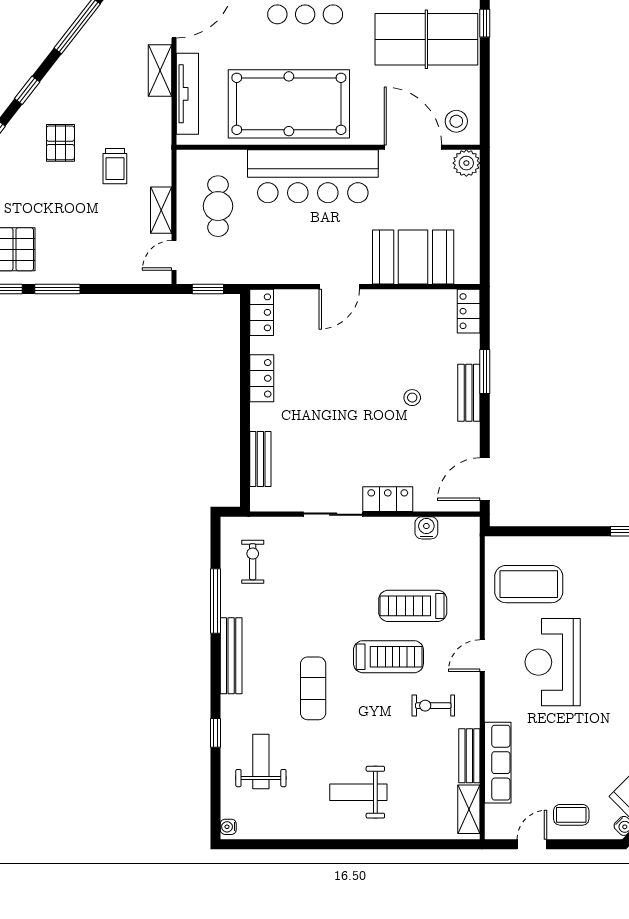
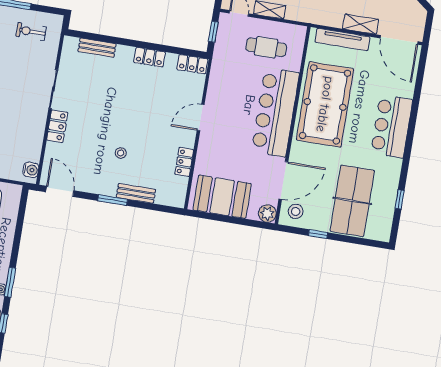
window: (485, 23) -> (318, 234), moved
booth: (413, 257) -> (222, 197), moved, turned 90
door: (339, 287) -> (201, 117), hinge flipped
locker: (469, 311) -> (184, 162), moved, turned -90
window: (485, 371) -> (113, 200), moved
bench: (469, 393) -> (136, 193), moved
water cooler: (426, 528) -> (31, 170), moved
exercise bike: (253, 562) -> (31, 32), turned 180

